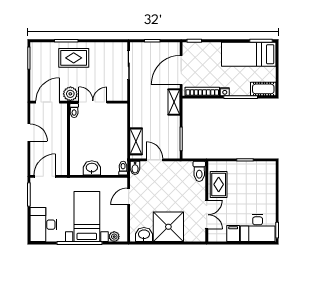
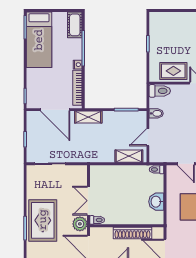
rug: (74, 58) -> (43, 220), width x1.36, depth x1.43
shoe rack: (61, 145) -> (133, 233), added
bidet: (135, 168) -> (156, 113), moved

